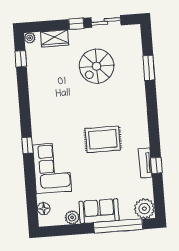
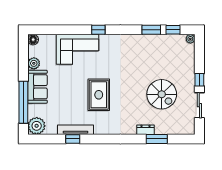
wardrobe: (55, 38) -> (188, 60), removed
spiral stairs: (97, 66) -> (162, 94), turned 180
dresser: (139, 82) -> (146, 130), added
window: (23, 84) -> (151, 30), added
tv unit: (145, 163) -> (76, 130), width x1.41
floor lamp: (44, 209) -> (33, 40), moved

